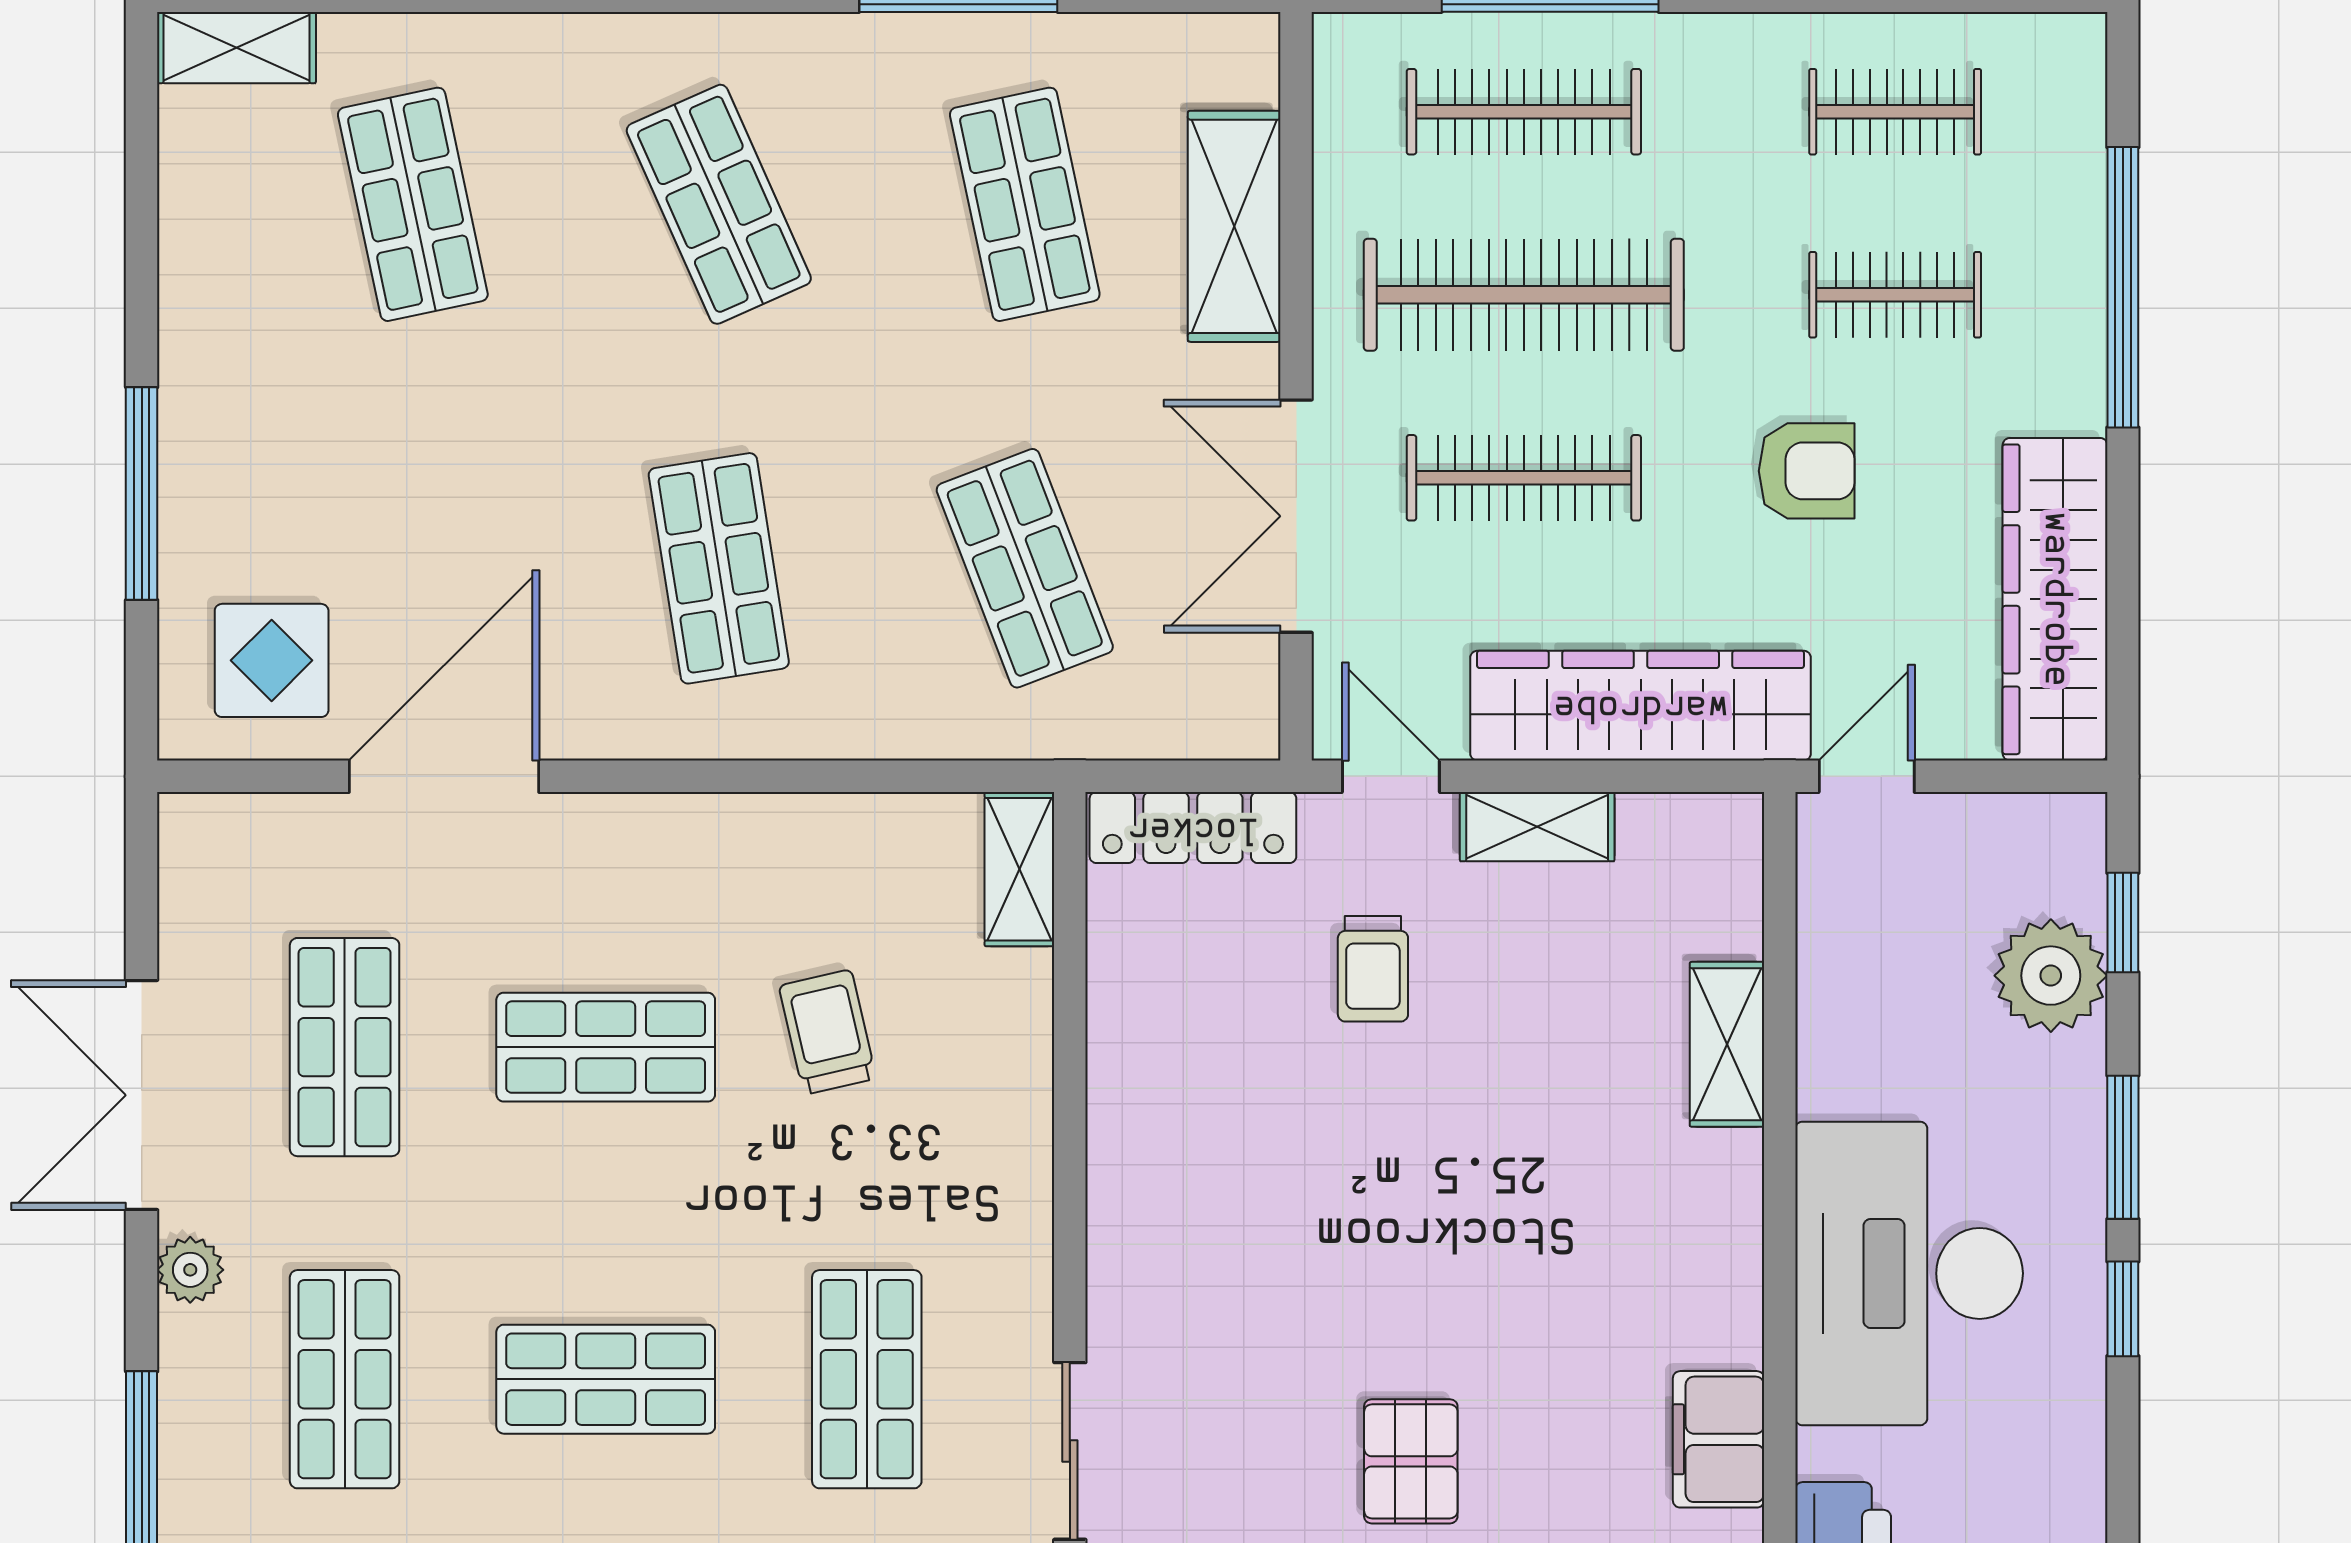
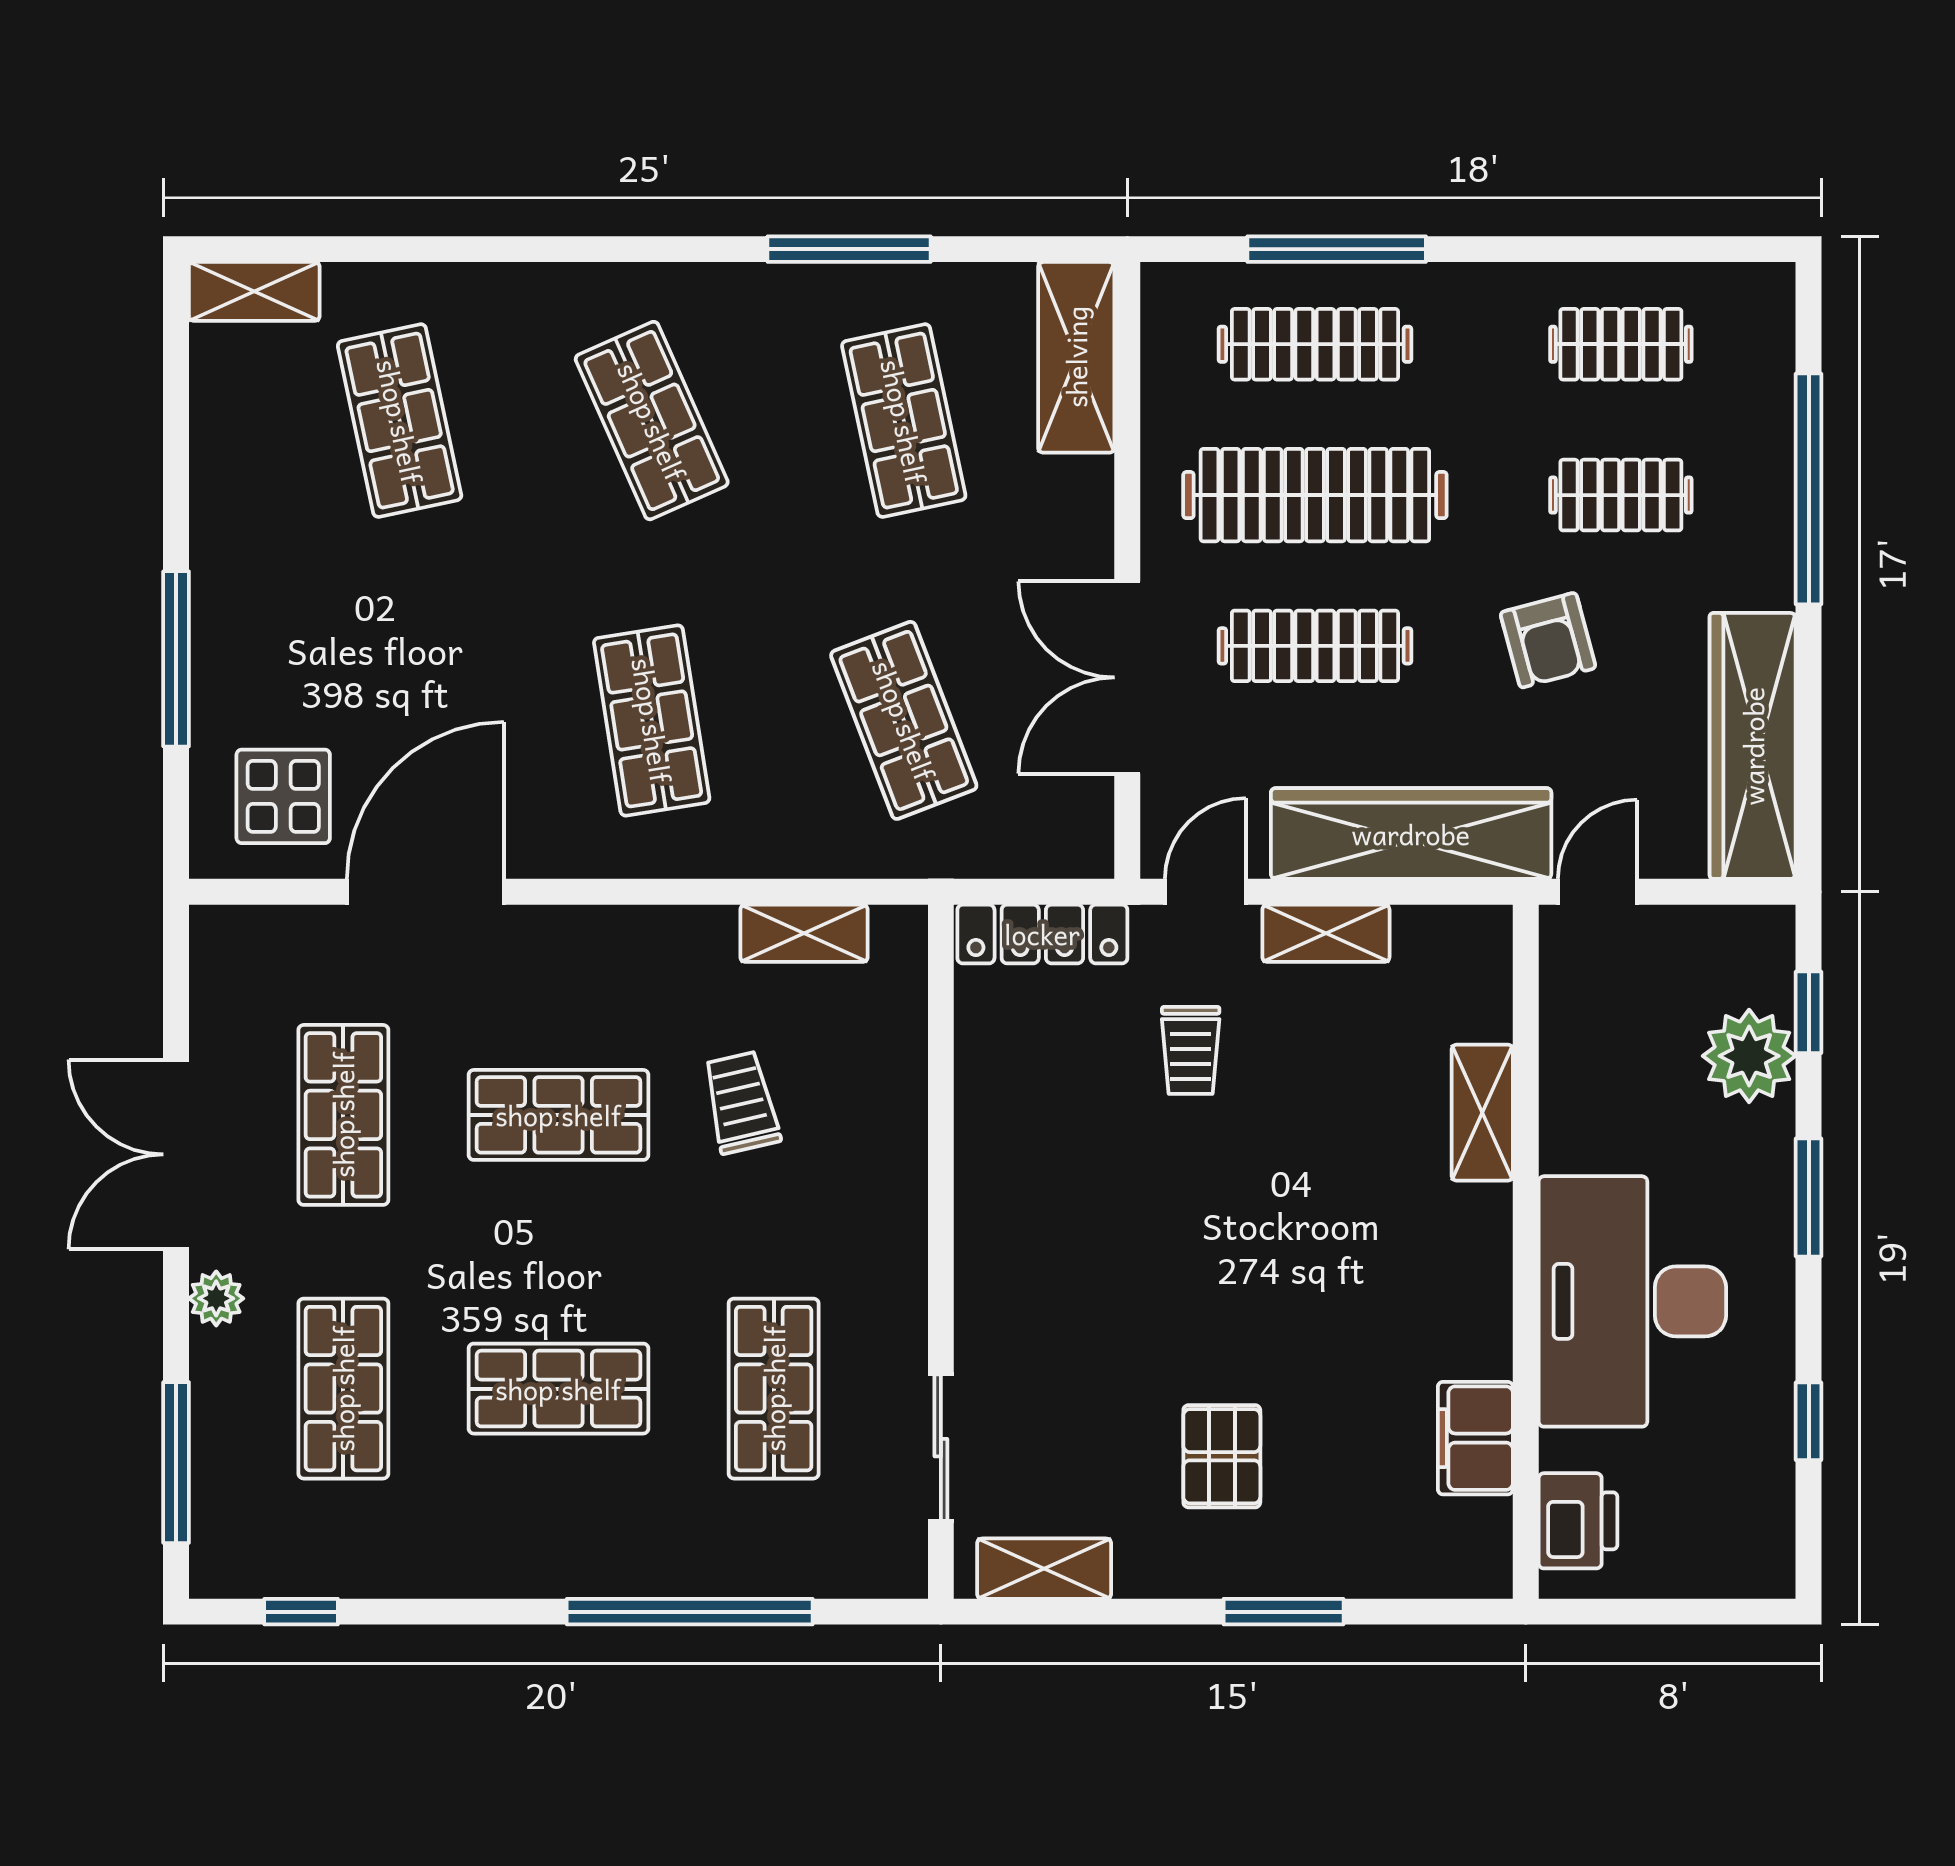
shelving: (1234, 226) -> (1076, 357), moved
armchair: (1807, 471) -> (1548, 640), turned 75
door: (1391, 776) -> (1205, 892), hinge flipped
shelving: (1019, 869) -> (804, 933), moved, turned 90
window: (2123, 1309) -> (1809, 1421), moved

